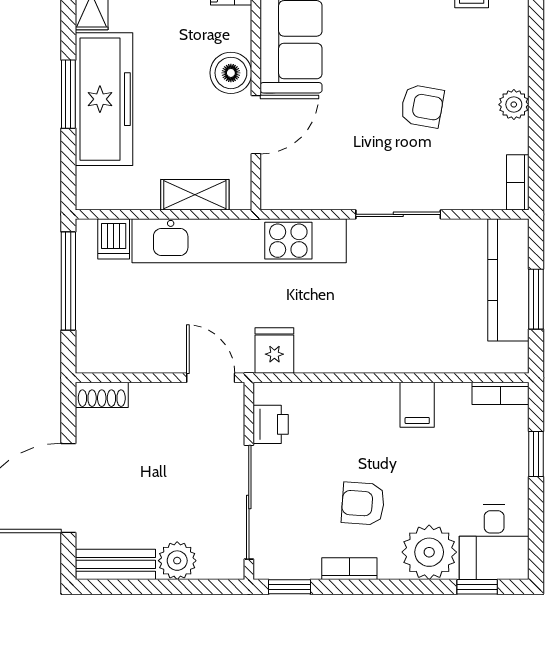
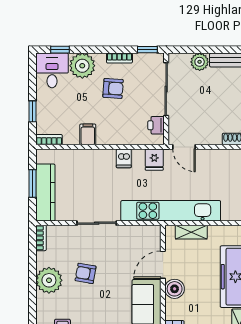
plant: (514, 105) -> (49, 280), width x1.87, depth x1.87
dishwasher: (114, 239) -> (124, 158), moved, turned 180

